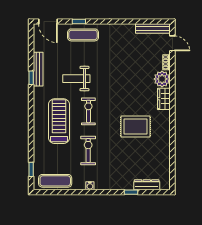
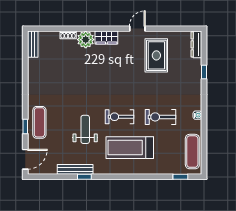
bench: (153, 29) -> (33, 44), width x0.73
door: (172, 43) -> (137, 29), moved
weight bench: (76, 79) -> (85, 129), turned 180
rug: (136, 127) -> (156, 55), moved
dresser: (147, 185) -> (196, 44), moved

